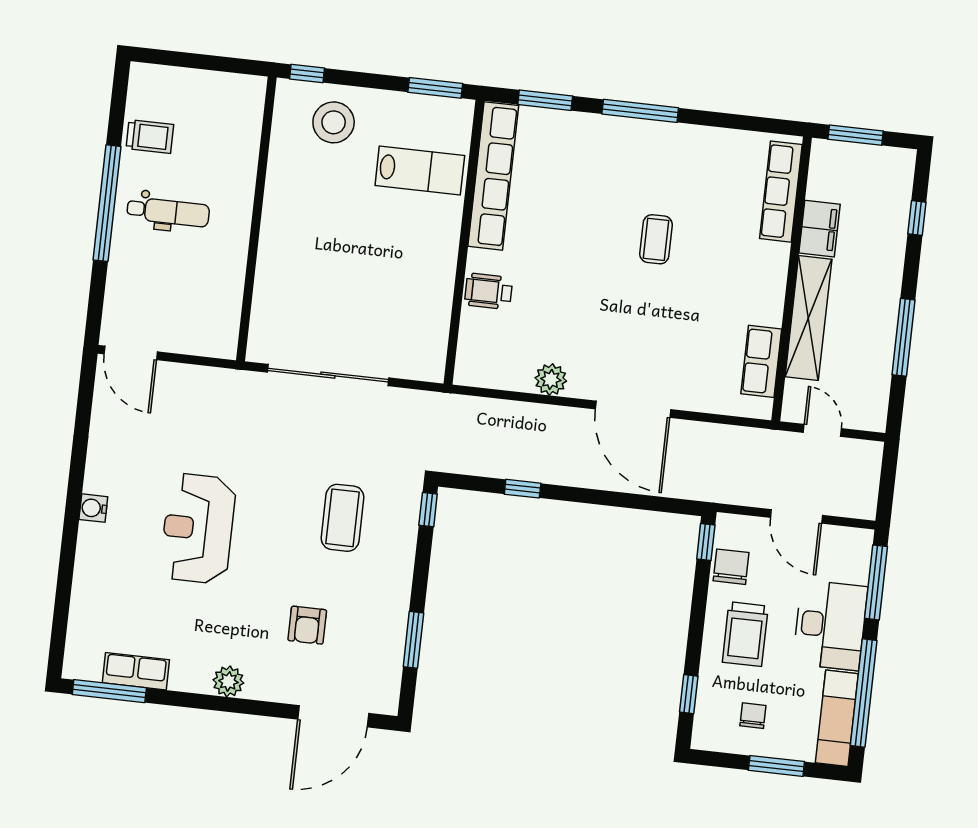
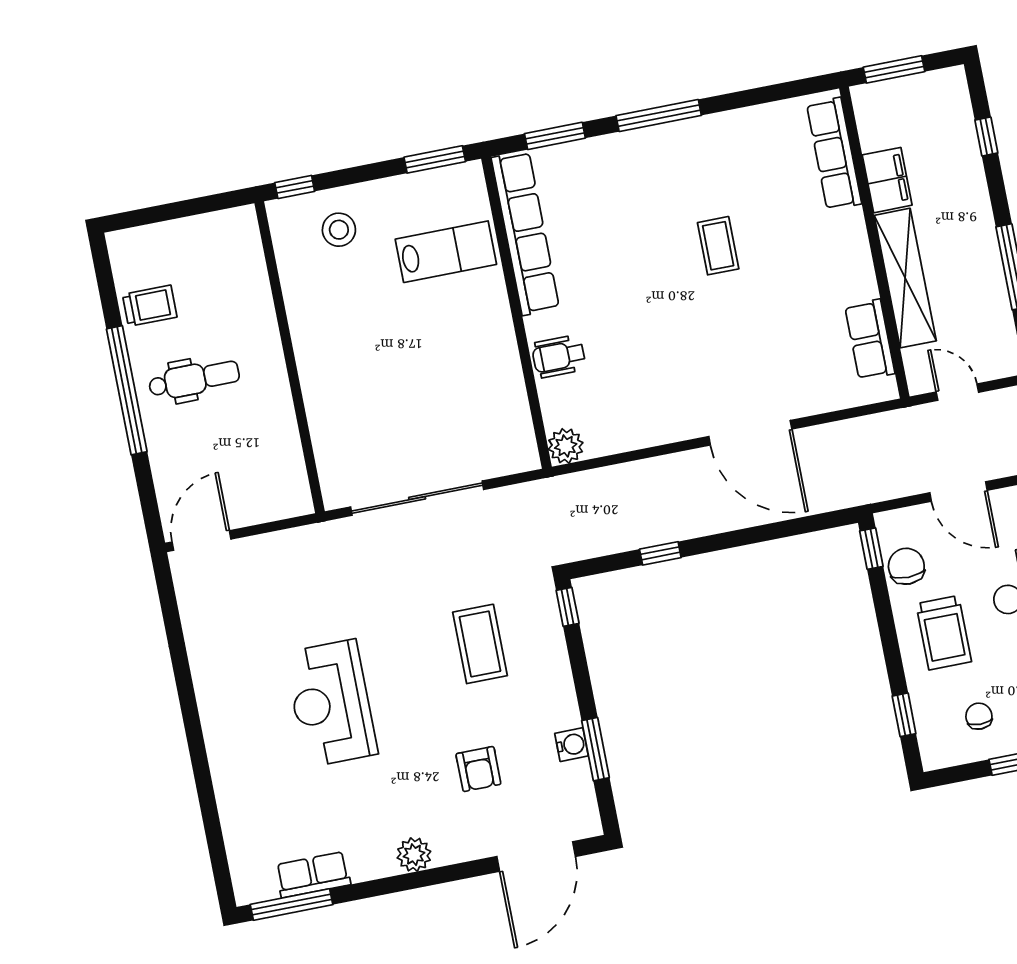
stool: (334, 122) -> (339, 230), width x0.73, depth x0.73
door: (131, 353) -> (201, 540), swing flipped
plant: (551, 379) -> (566, 446), moved
water cooler: (93, 508) -> (572, 745), moved, turned 180

